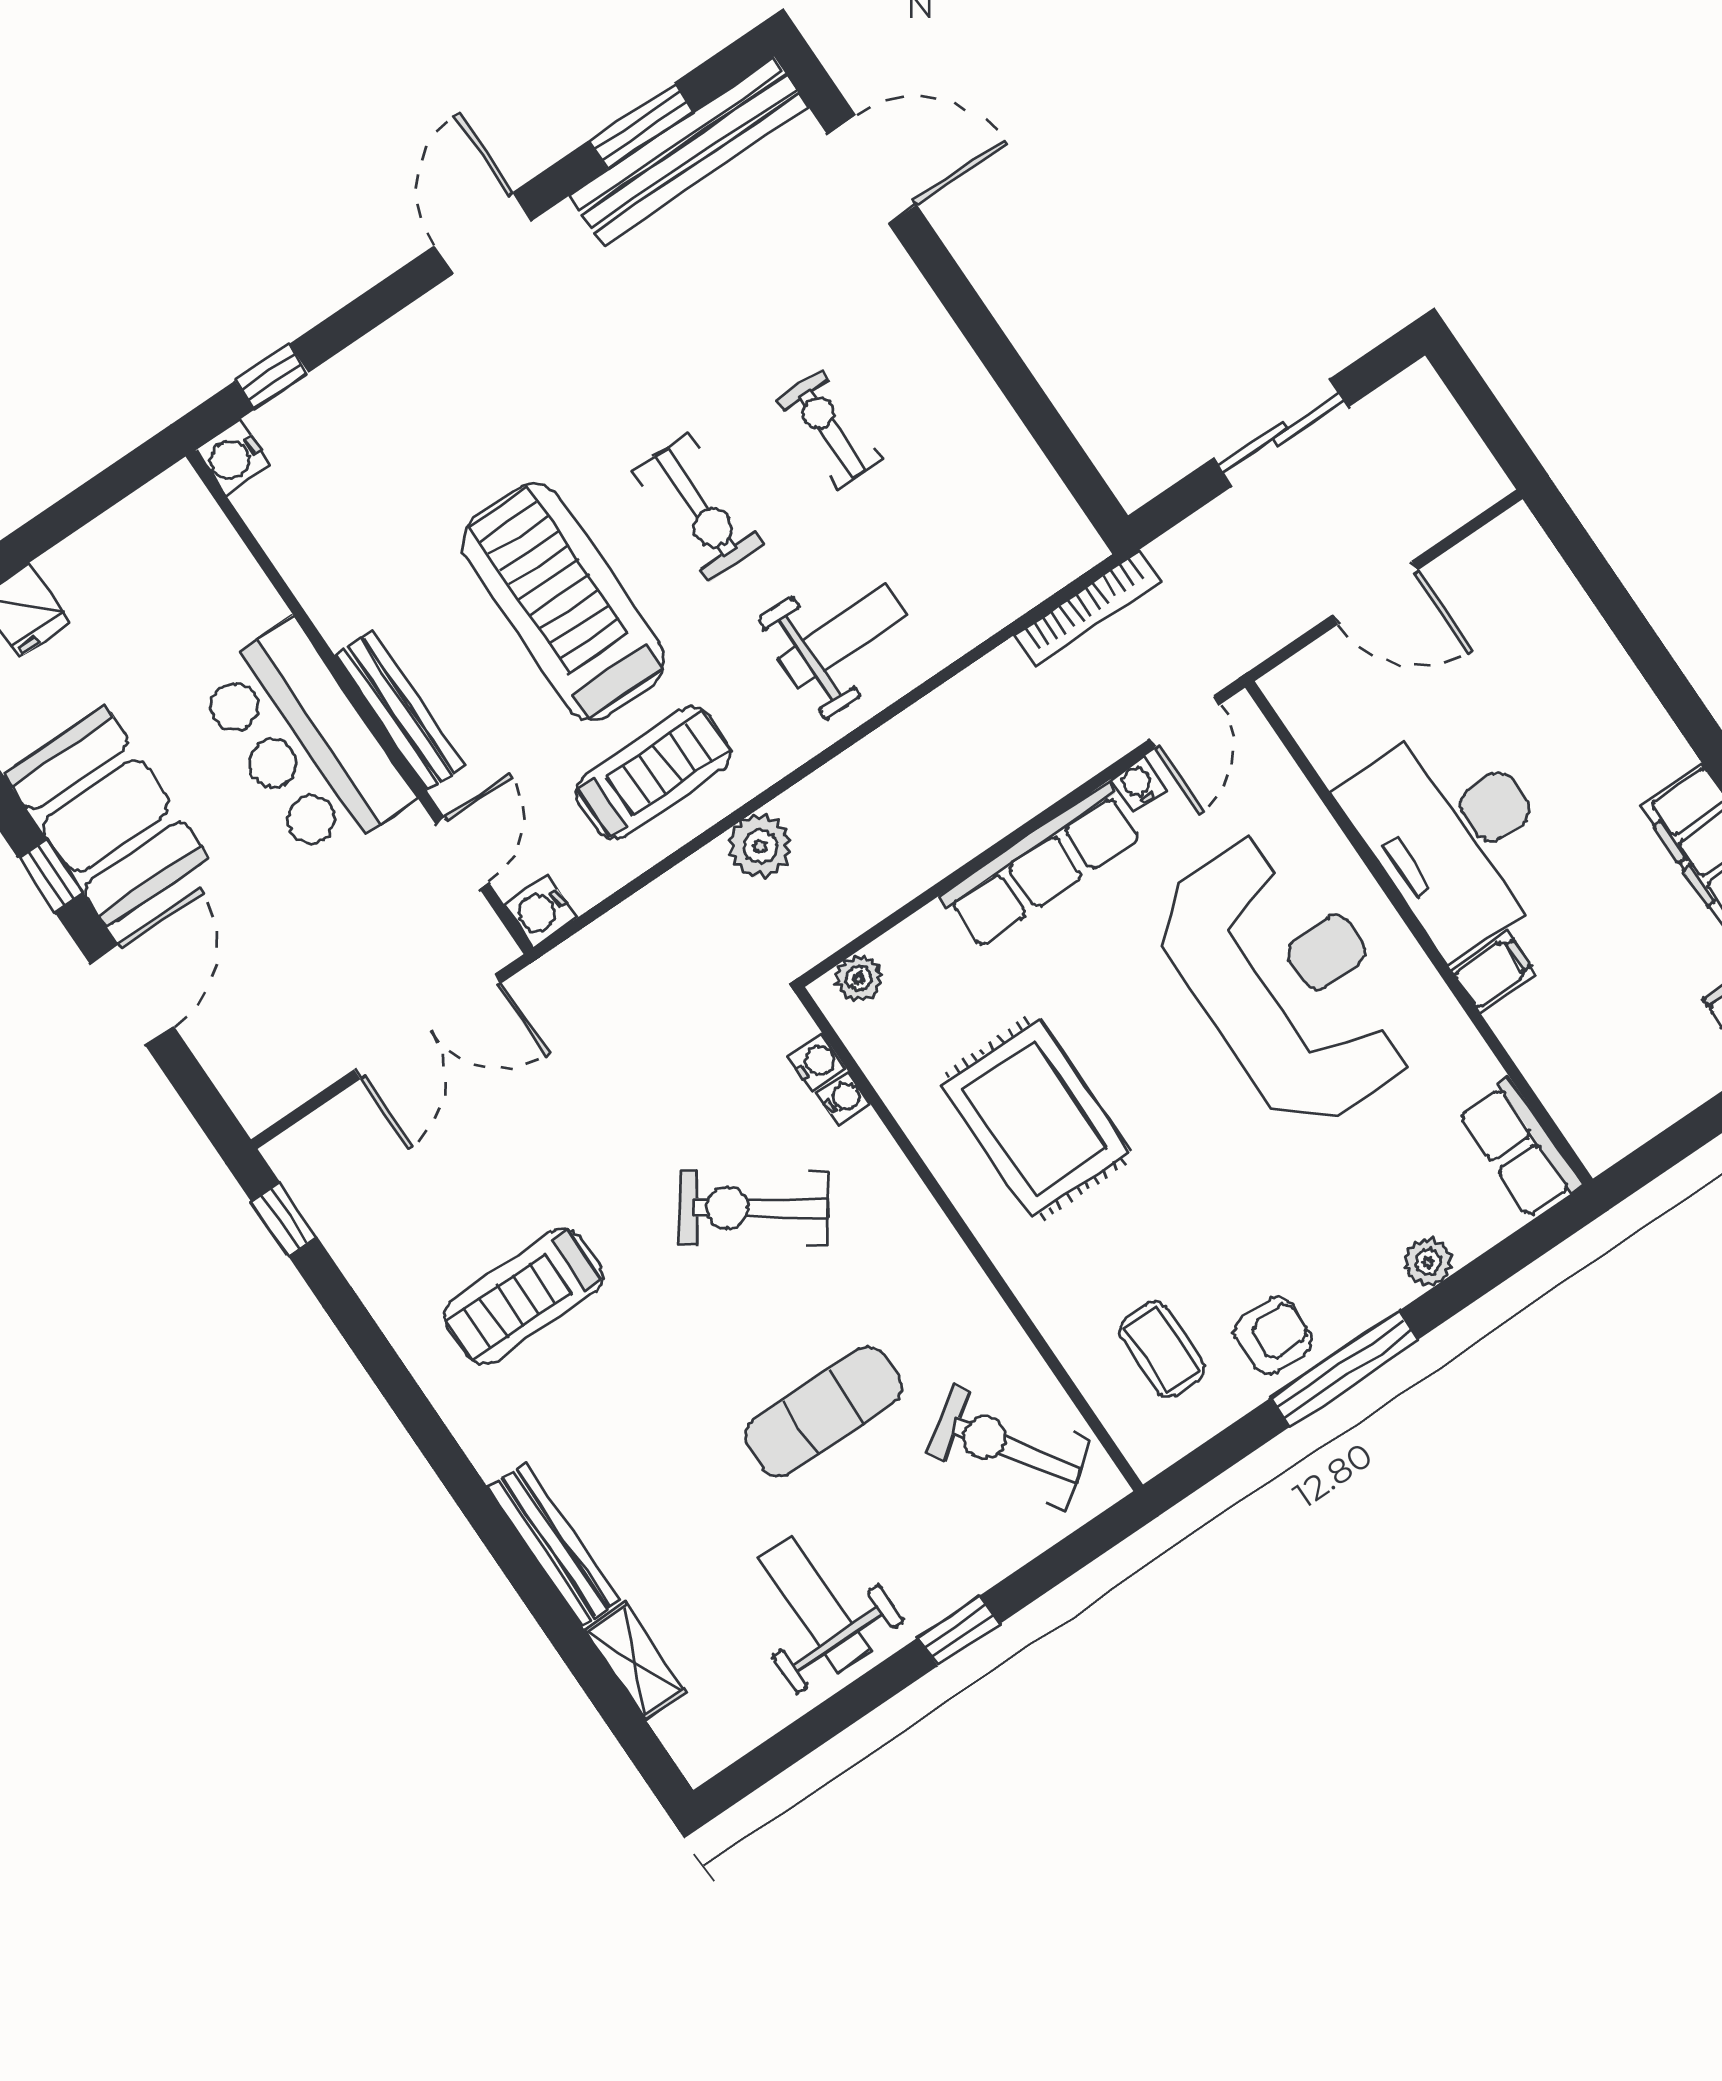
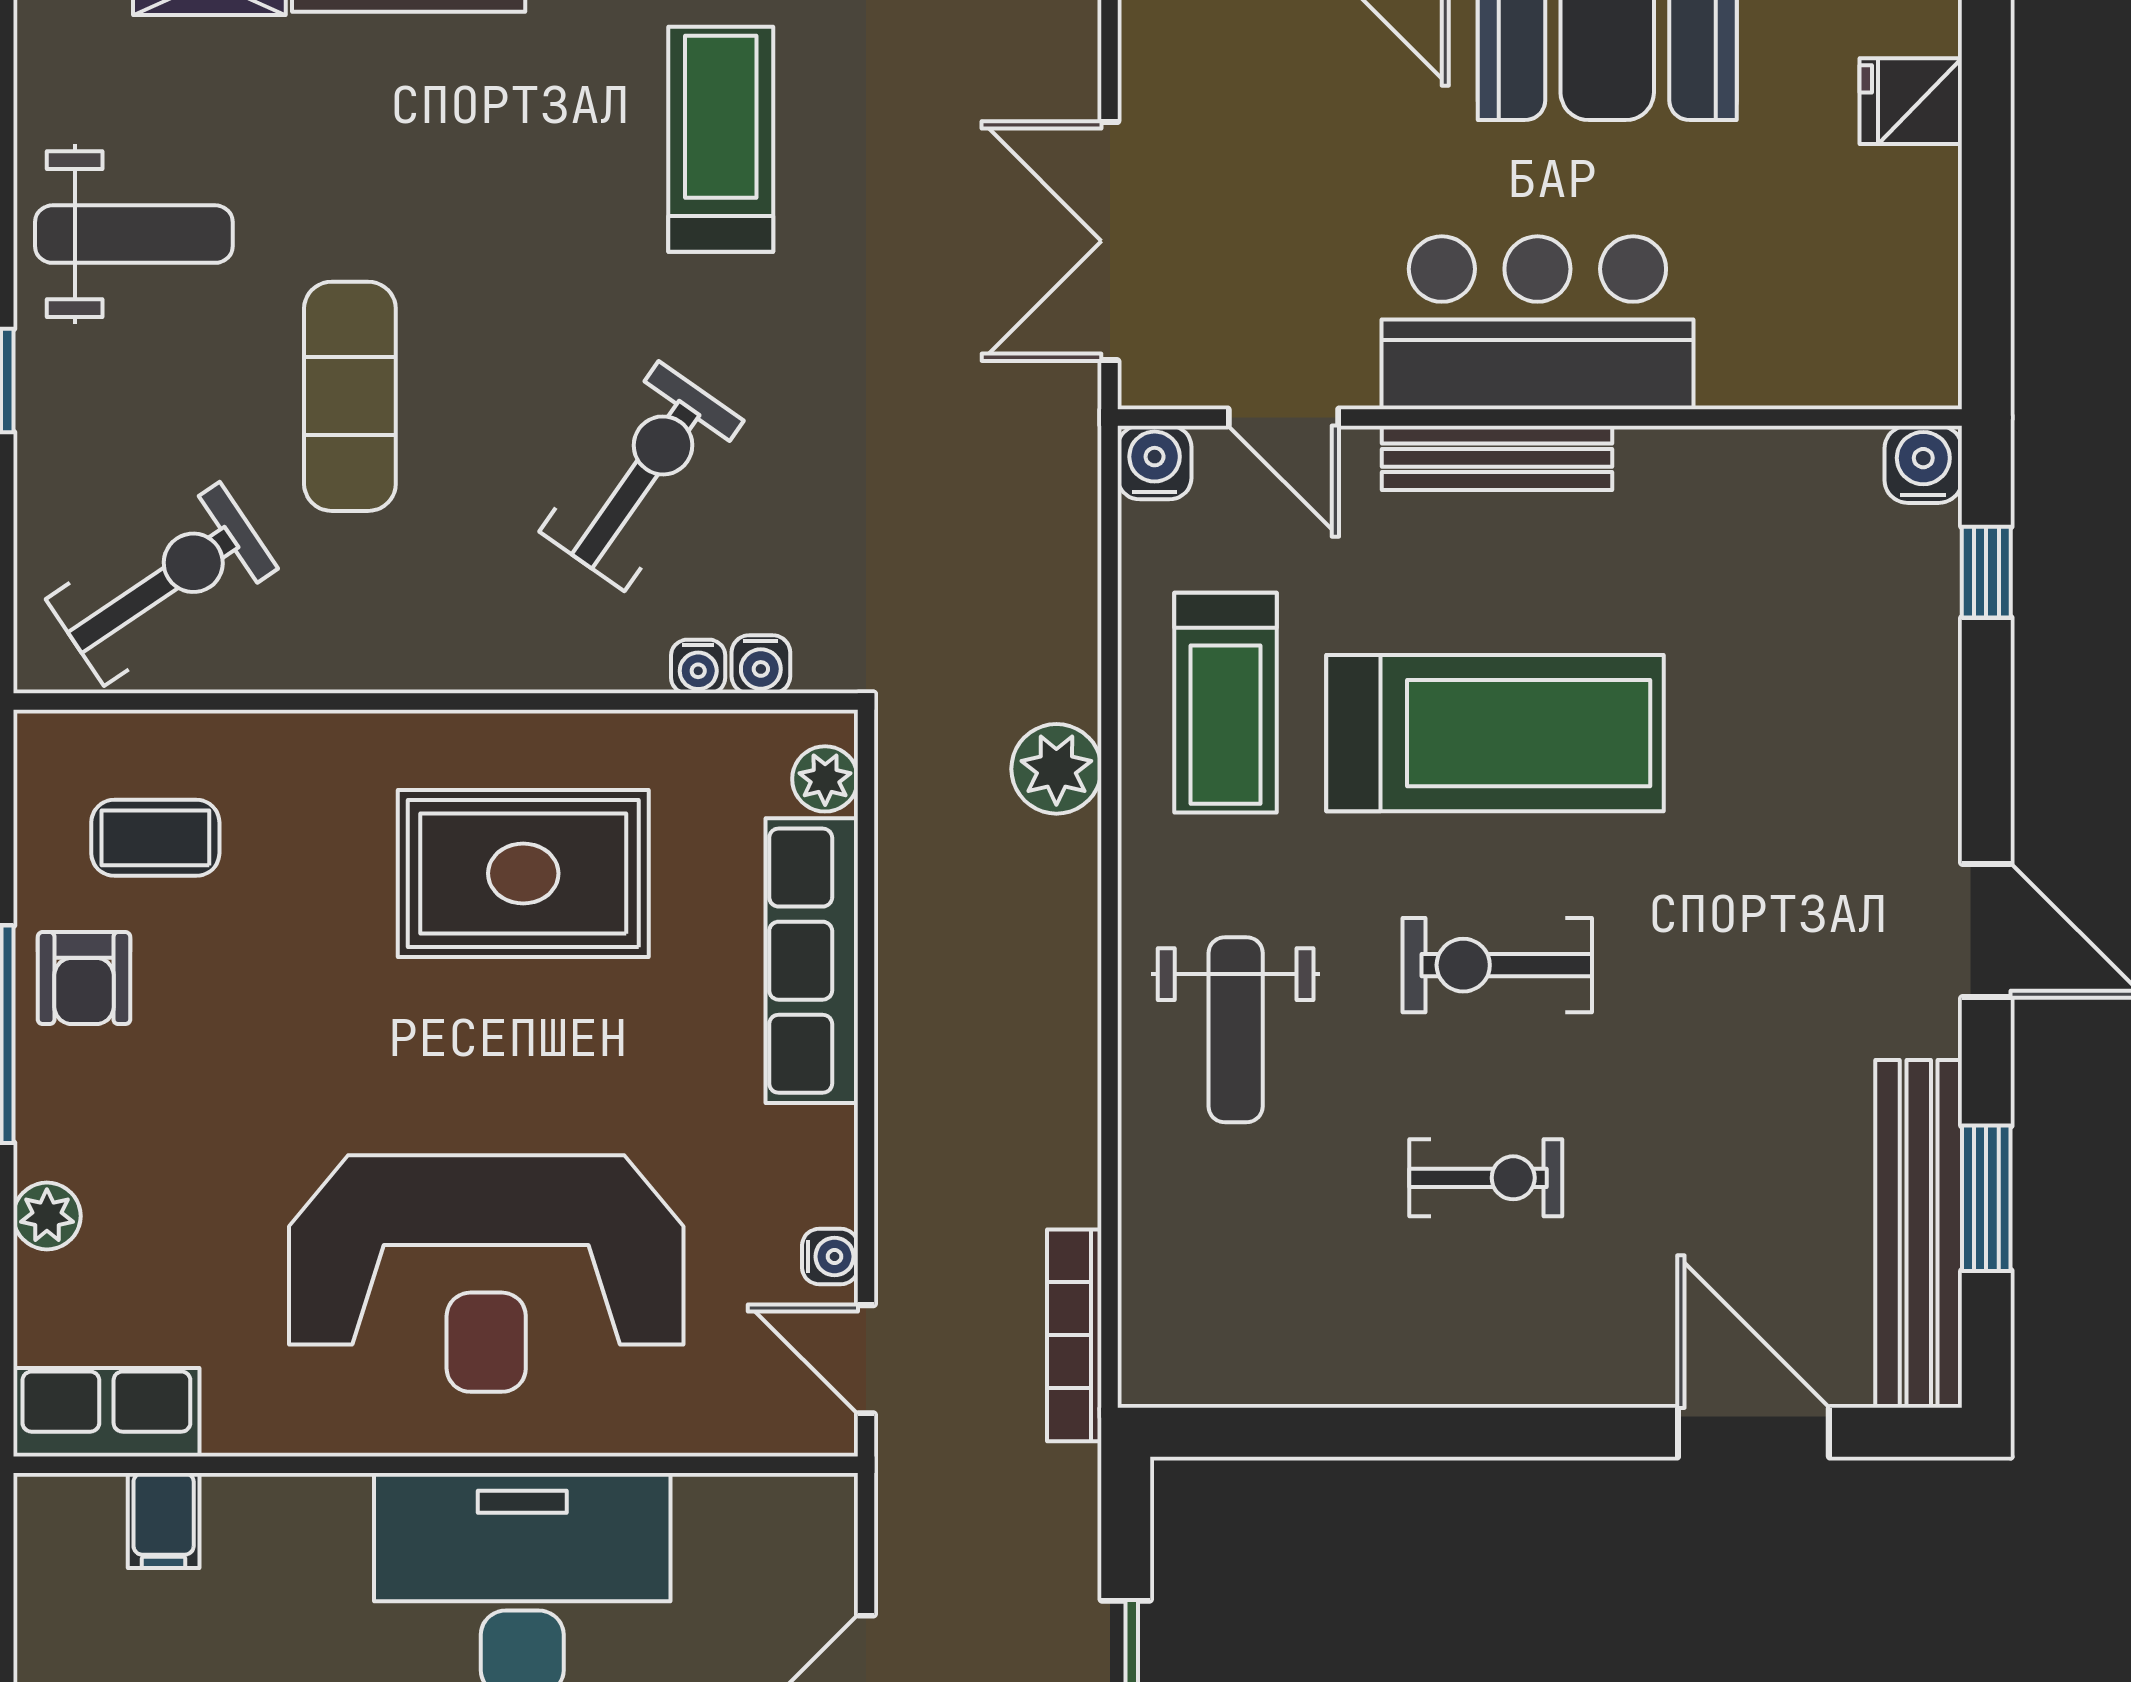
door: (872, 170) -> (1753, 1432), swing flipped
row of seats: (1041, 866) -> (812, 961), moved
filing cabinet: (1493, 972) -> (164, 1521), moved

